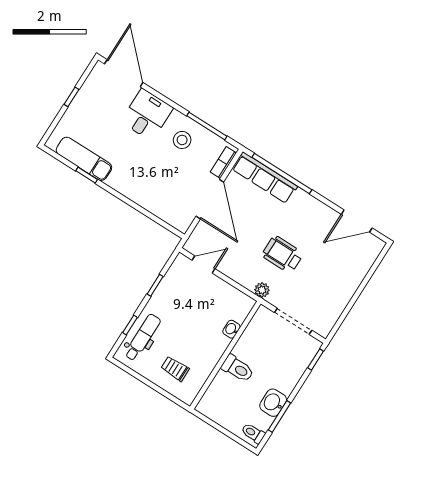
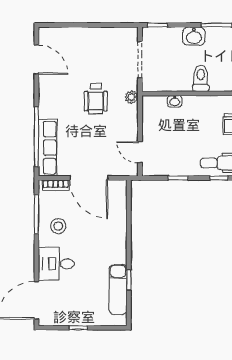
door: (210, 199) -> (89, 178), swing flipped
washbasin: (273, 403) -> (194, 36), moved

